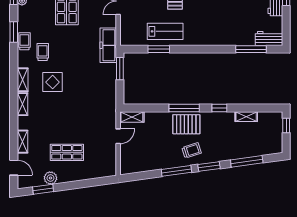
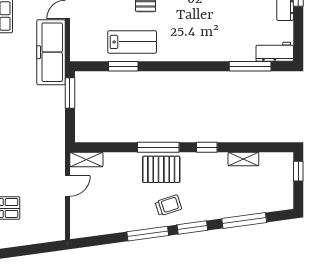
freezer: (108, 45) -> (51, 52), width x1.36, depth x1.26

